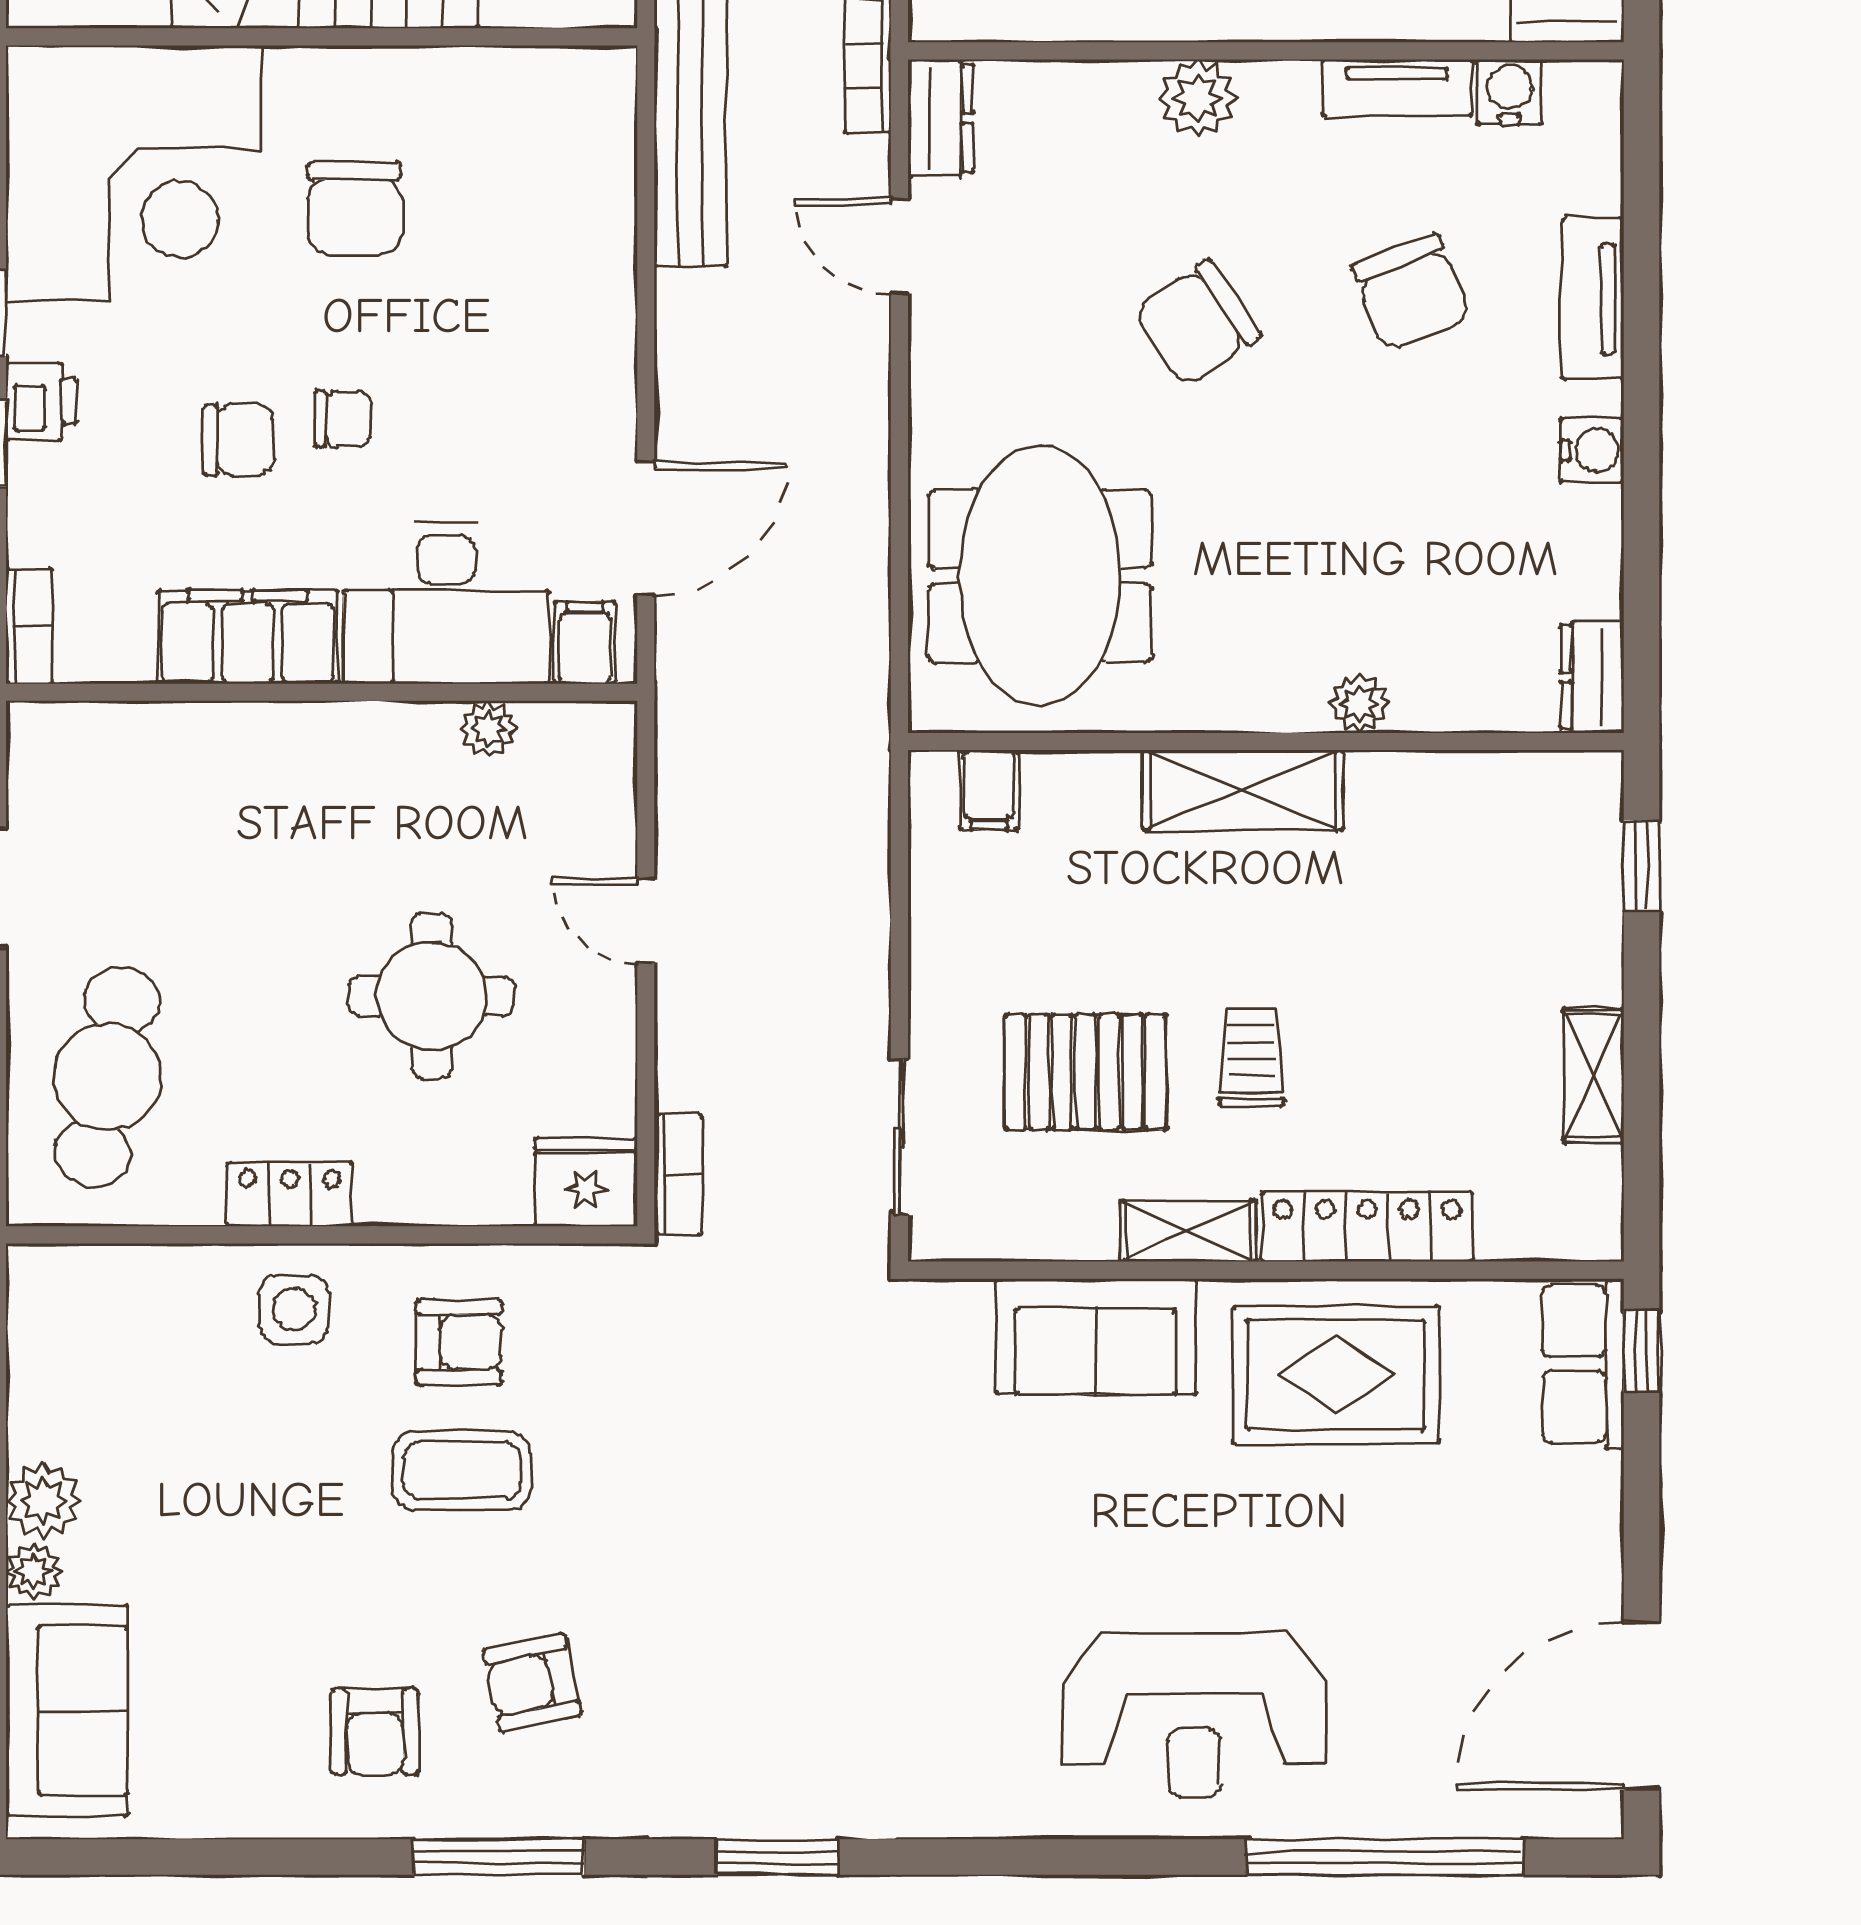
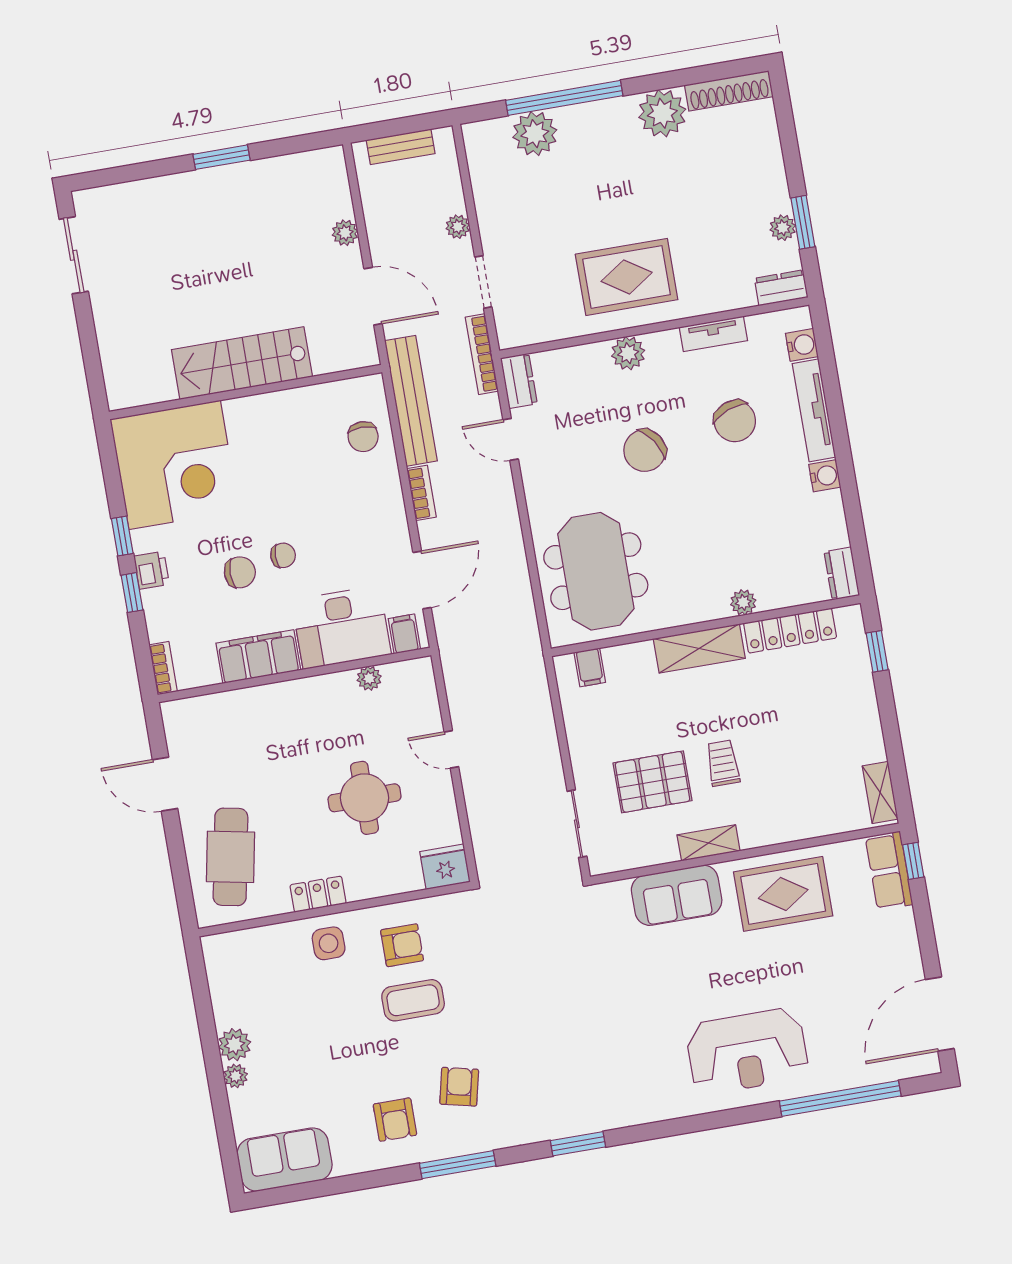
water cooler: (1509, 92) -> (802, 345), moved, turned 90
chair: (355, 208) -> (363, 437), moved, width x0.73, depth x0.73
tv unit: (1593, 299) -> (814, 410), width x1.41
shelving: (1594, 1076) -> (880, 792), moved
bookcase: (678, 1174) -> (421, 493), moved
locker: (1367, 1227) -> (790, 631), moved, turned 180
armchair: (532, 1683) -> (459, 1087), turned 115
sofa: (67, 1710) -> (285, 1160), moved, turned -90

